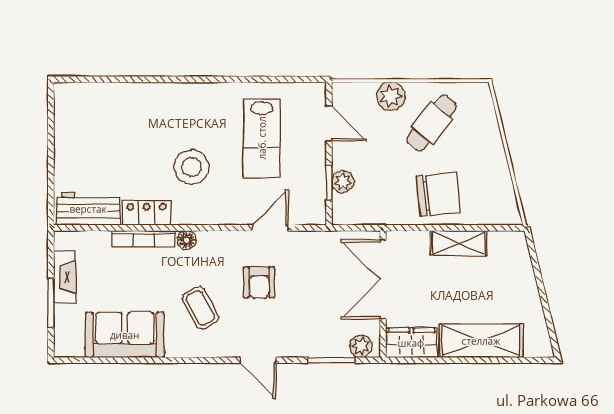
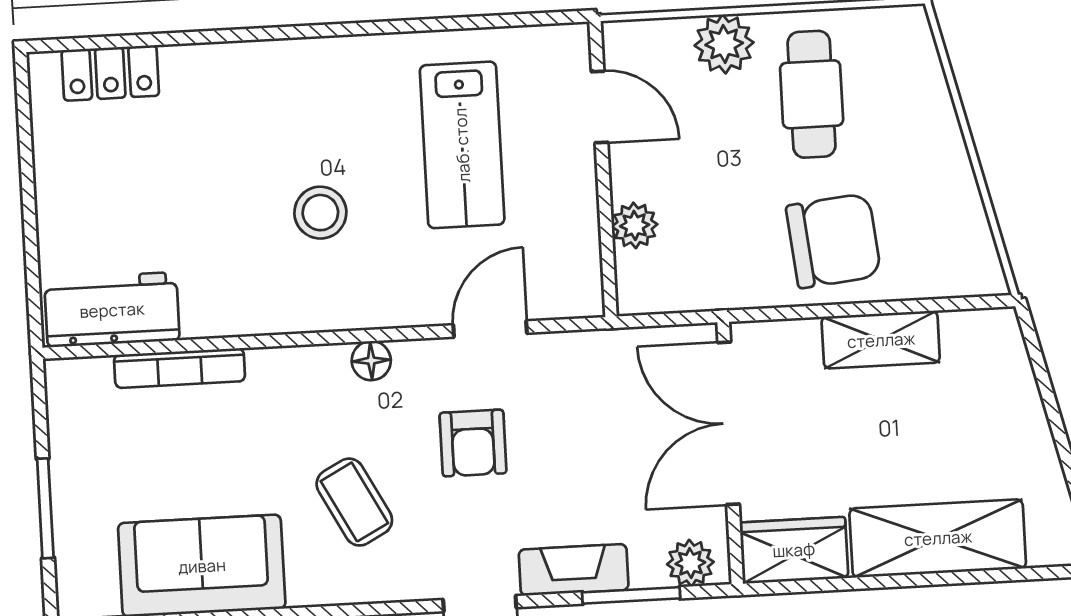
cafe table: (432, 123) -> (812, 94), turned -39
stool: (191, 167) -> (320, 213), width x0.73, depth x0.73
window: (329, 183) -> (606, 229), removed
locker: (147, 213) -> (110, 73), moved, turned 180
bookcase: (144, 239) -> (180, 368), moved
floor lamp: (187, 240) -> (371, 361), moved
fireplace: (65, 277) -> (574, 570), moved, turned -90

